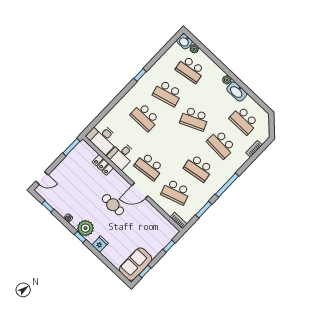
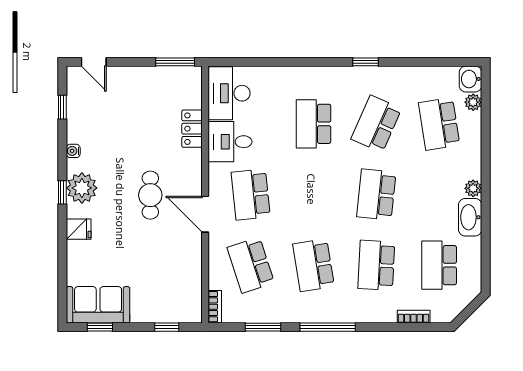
school desk: (167, 93) -> (376, 124), turned 39
school desk: (194, 119) -> (376, 195), turned 30

